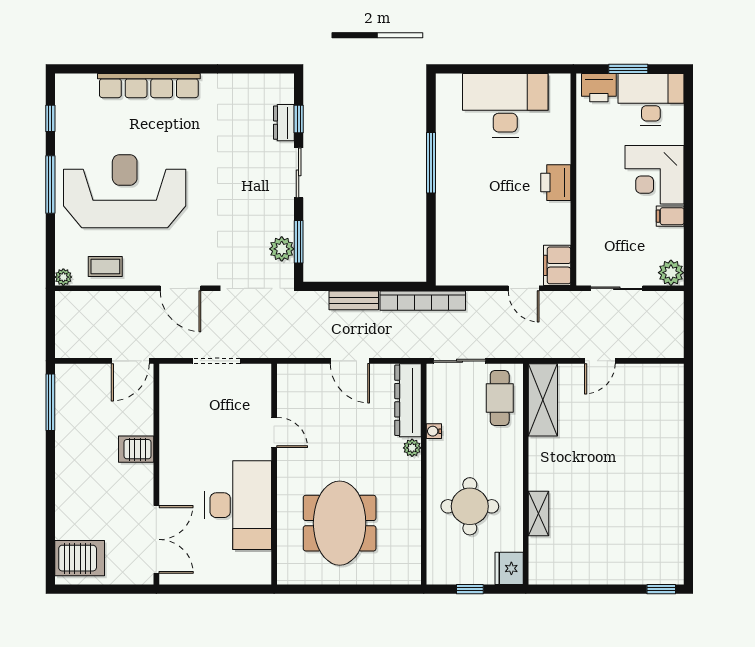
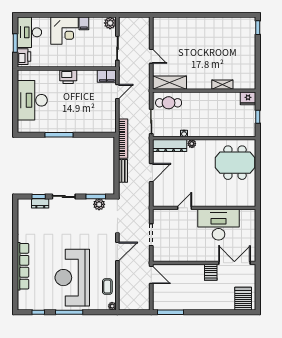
server rack: (136, 449) -> (211, 272), moved
round table: (470, 506) -> (219, 117), removed
meeting table: (340, 523) -> (235, 163), moved

